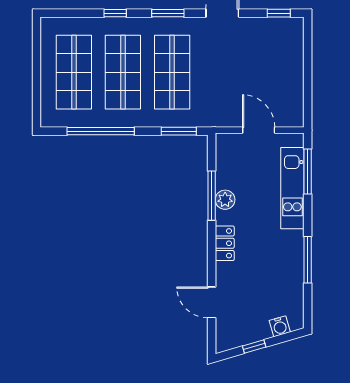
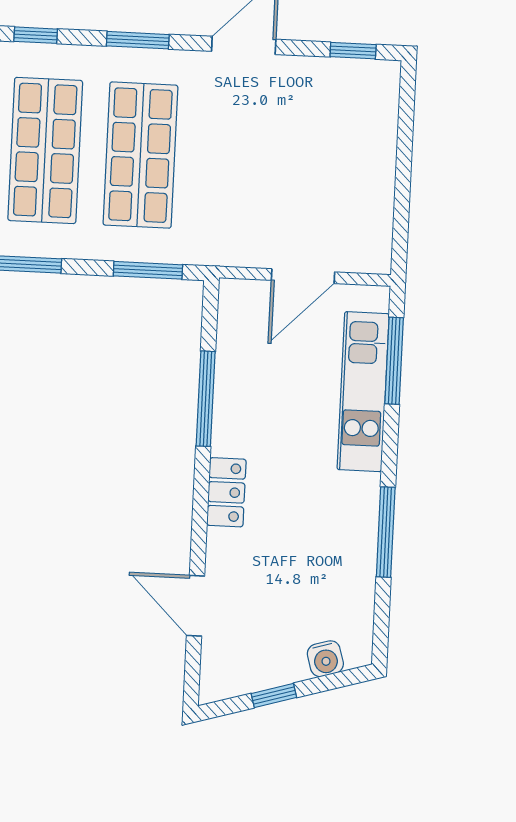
door: (259, 130) -> (303, 276), swing flipped
plant: (225, 200) -> (231, 408), removed

